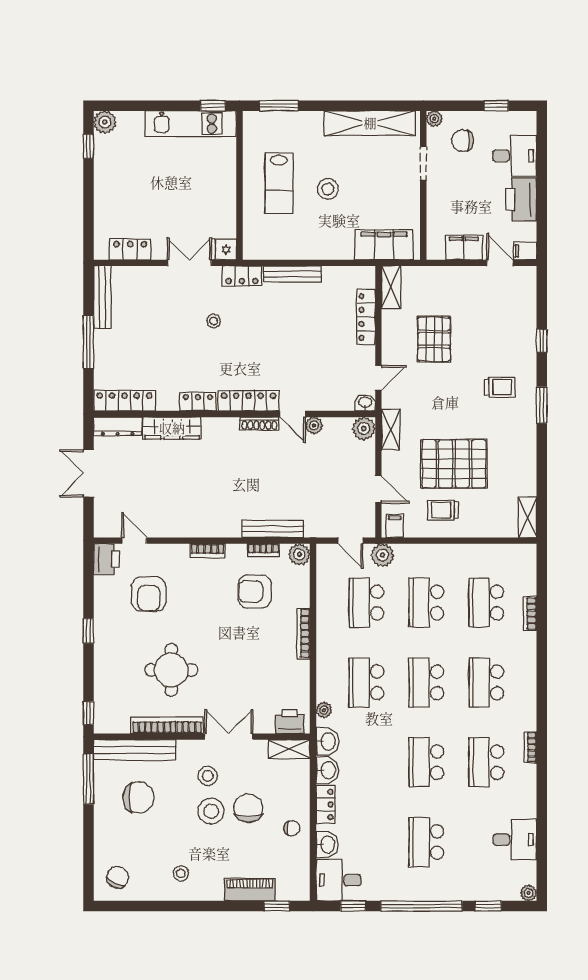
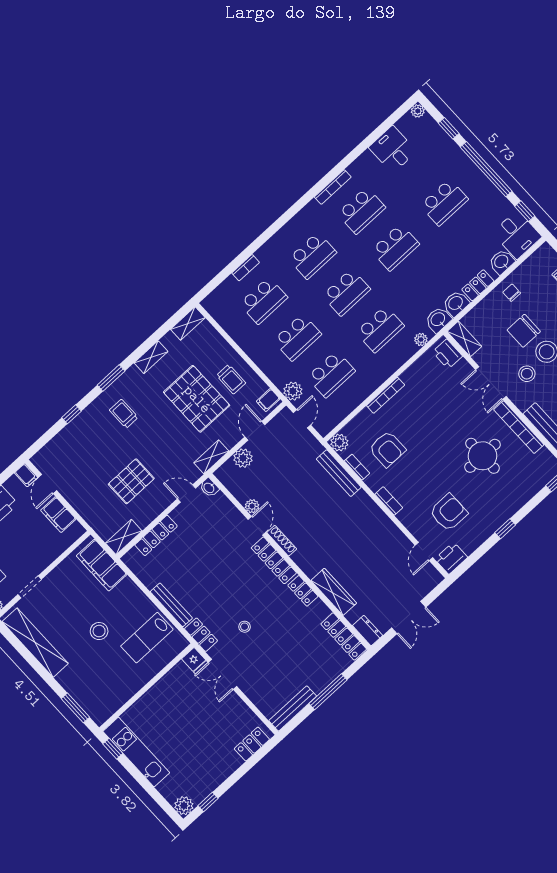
lab bench: (279, 183) -> (147, 638), moved, turned 180
locker: (130, 249) -> (252, 744), moved, turned 90
dresser: (118, 426) -> (368, 631), width x0.70
plant: (364, 429) -> (243, 458), moved
shelving: (528, 457) -> (151, 357), added
bookcase: (530, 747) -> (333, 187), width x1.56

